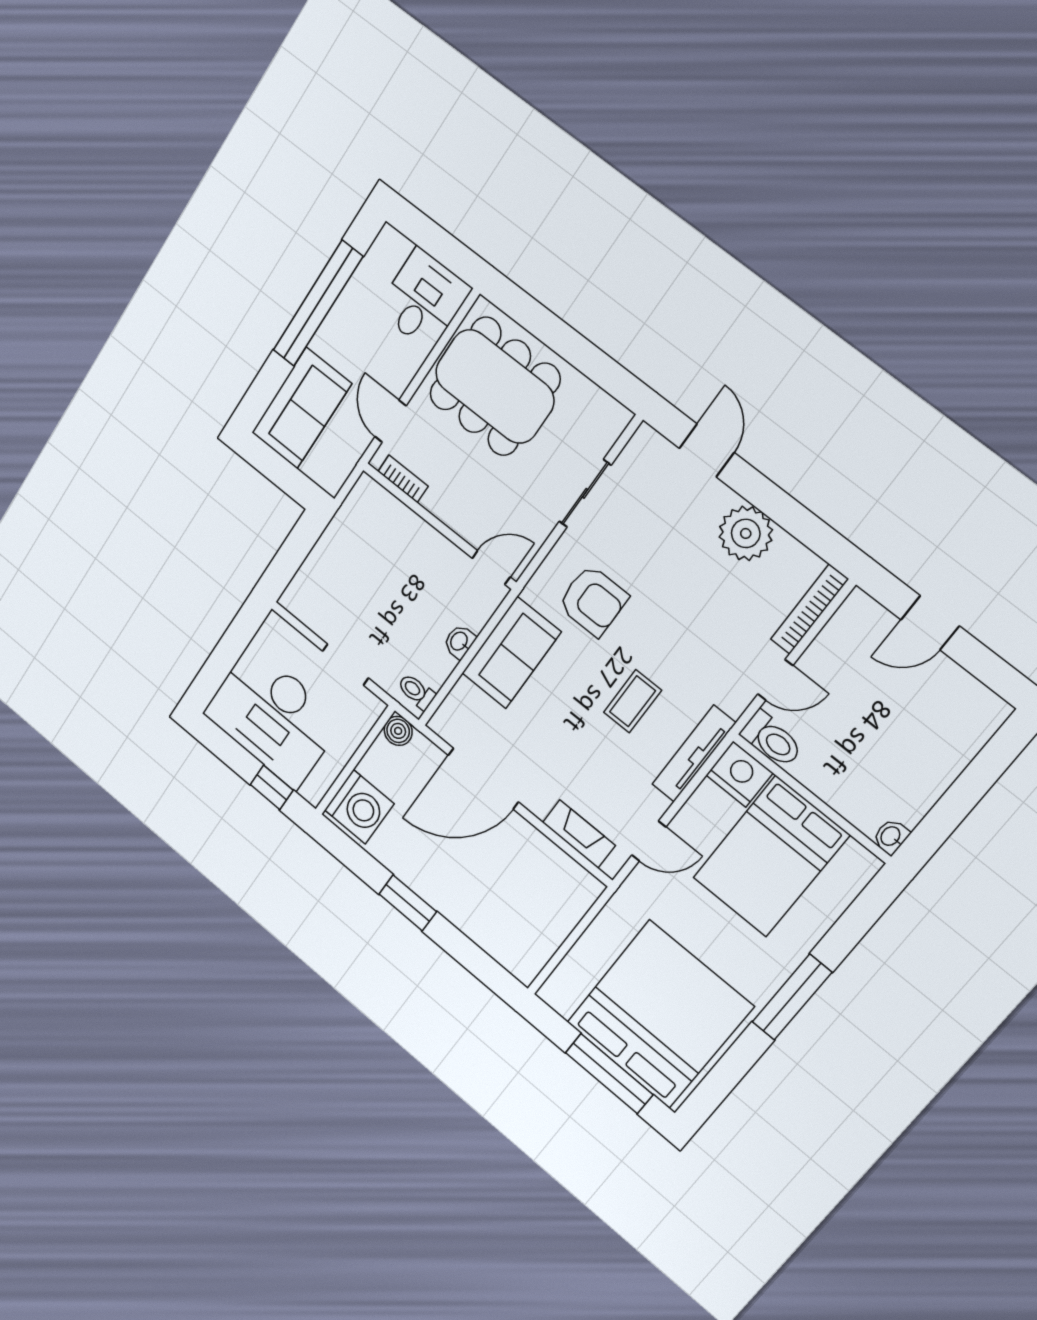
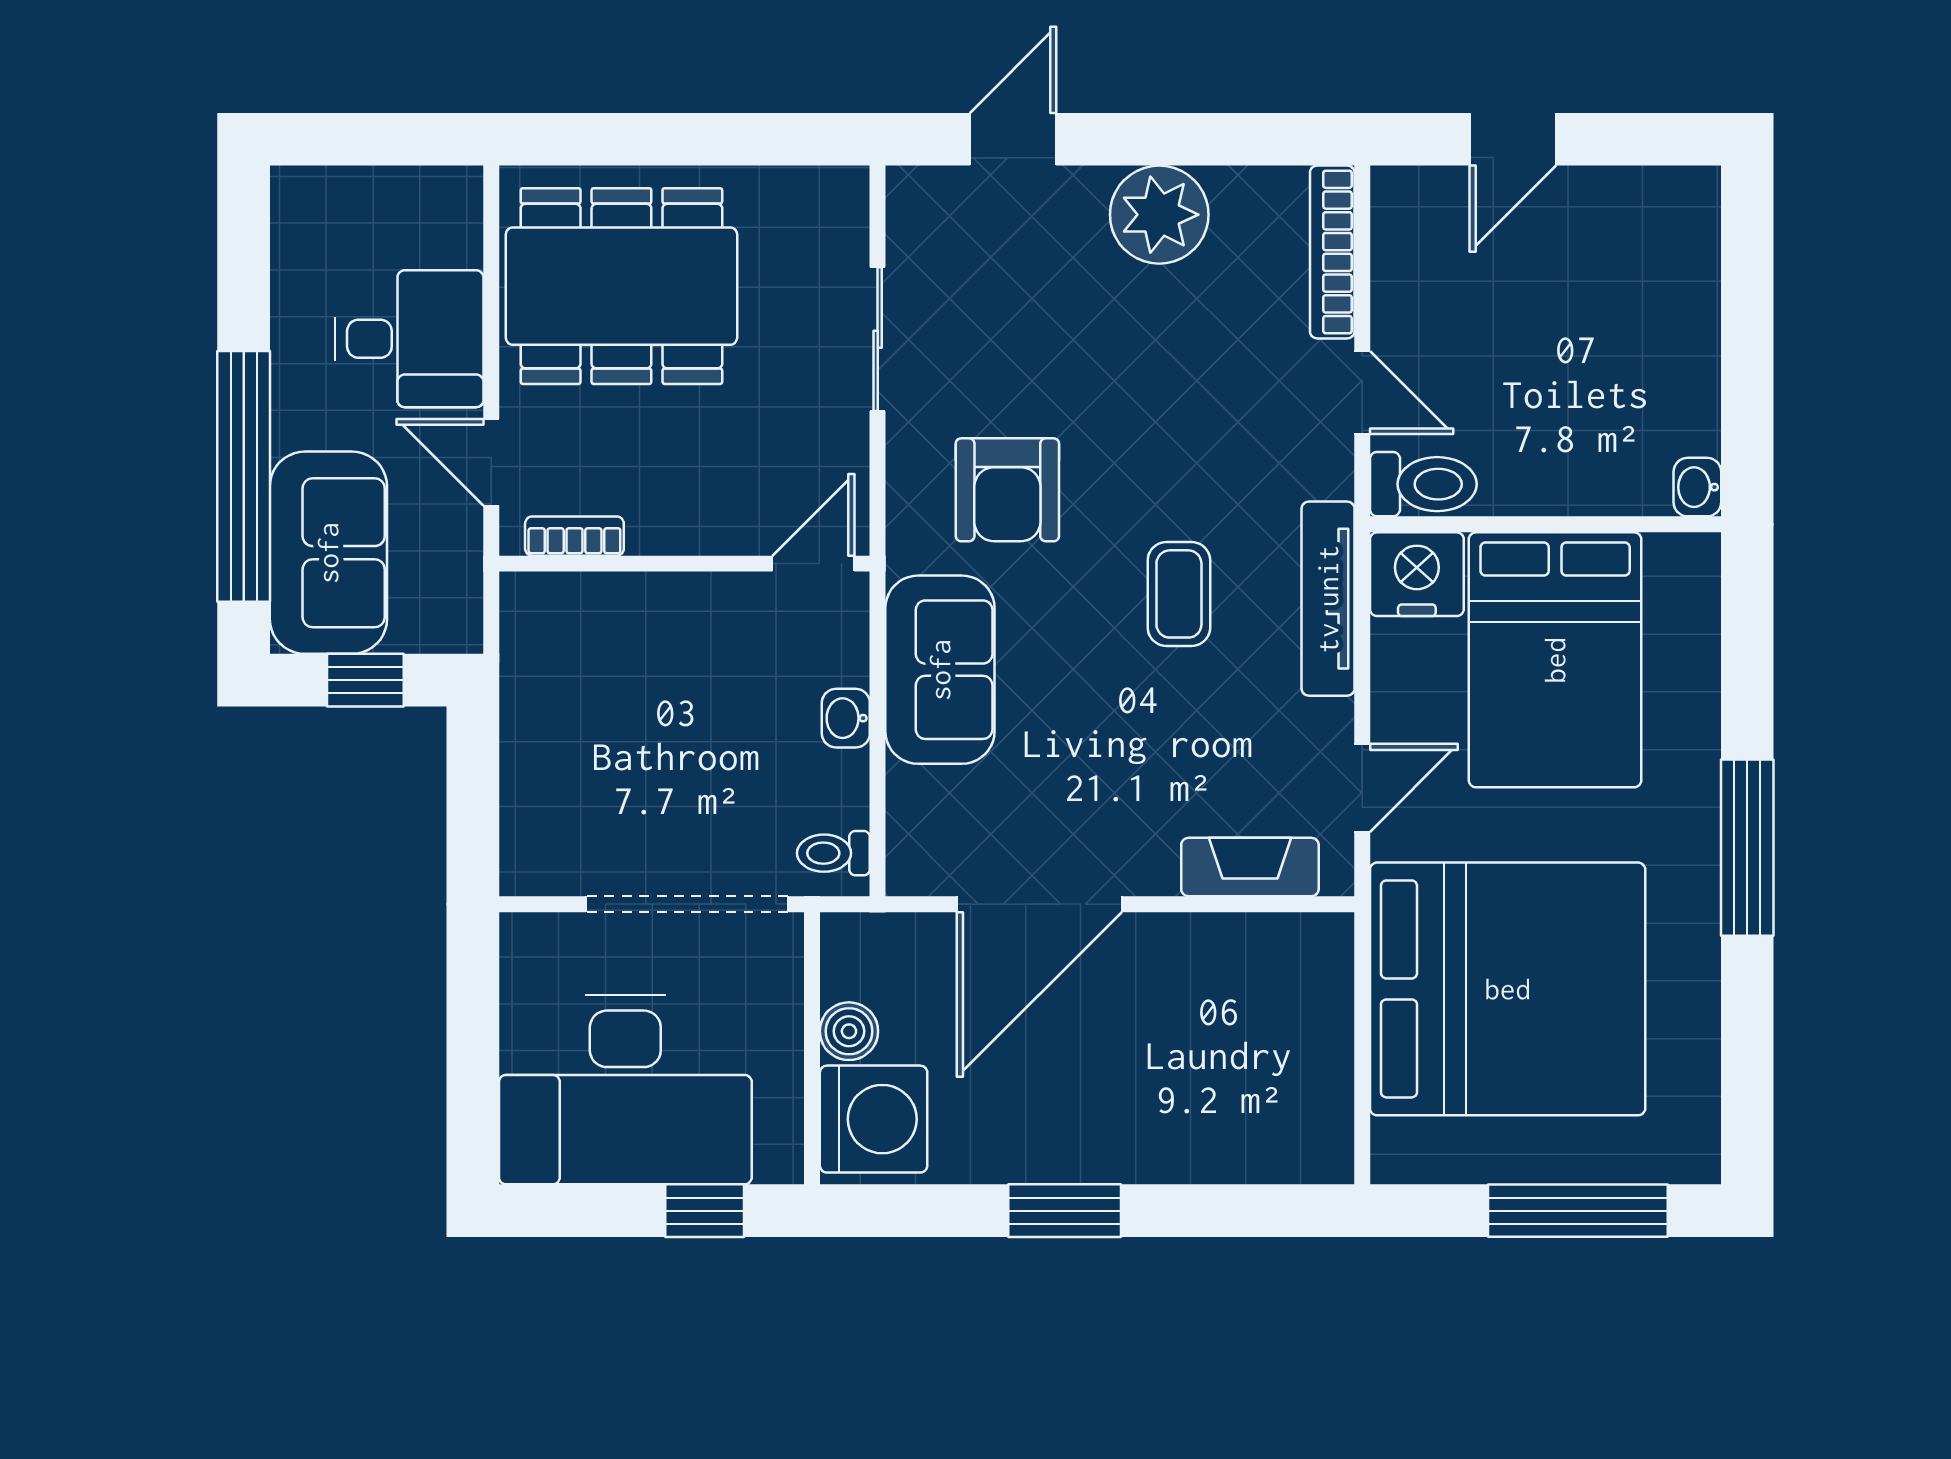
desk: (423, 300) -> (409, 339), moved, turned 90
window: (318, 304) -> (244, 476), moved
door: (707, 450) -> (1013, 139), hinge flipped
window: (282, 473) -> (365, 680), added
armchair: (593, 601) -> (1007, 490), turned 90
doorway: (346, 665) -> (687, 904), width x1.88
door: (775, 680) -> (1362, 393), hinge flipped
boiler: (398, 731) -> (849, 1031), moved
bed: (659, 1015) -> (1508, 989), moved, turned 90

